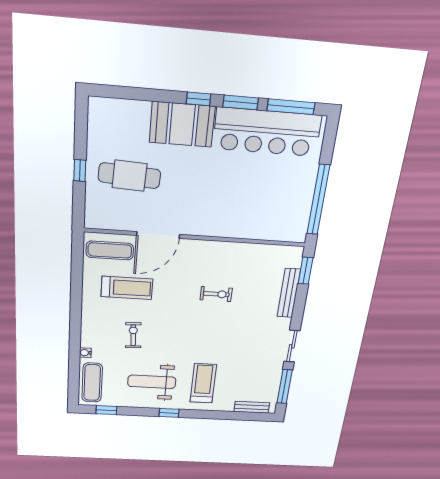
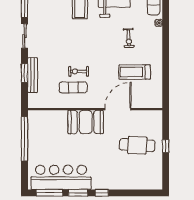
booth: (182, 124) -> (86, 122), moved
exercise mat: (110, 250) -> (73, 87), moved
window: (306, 271) -> (25, 73), moved

